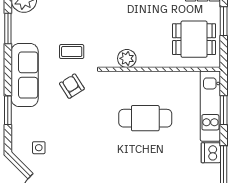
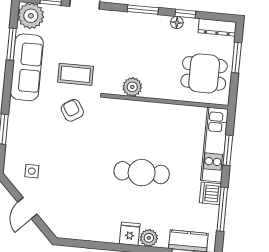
coffee table: (72, 52) -> (75, 74), width x1.36, depth x1.30
sofa: (25, 75) -> (27, 67), moved
cafe table: (145, 118) -> (142, 173), moved

